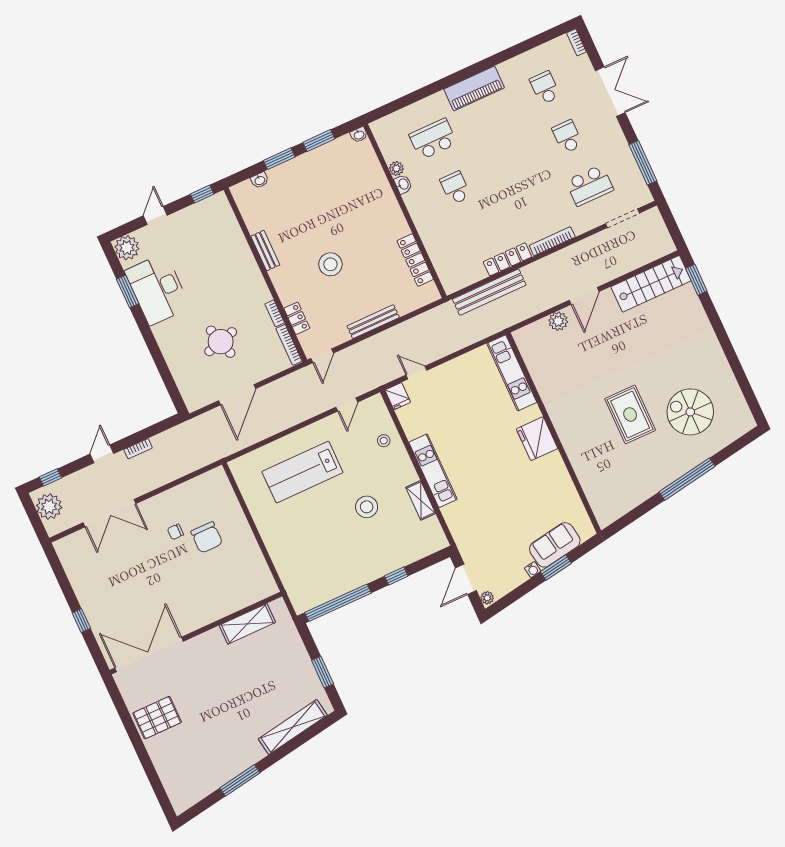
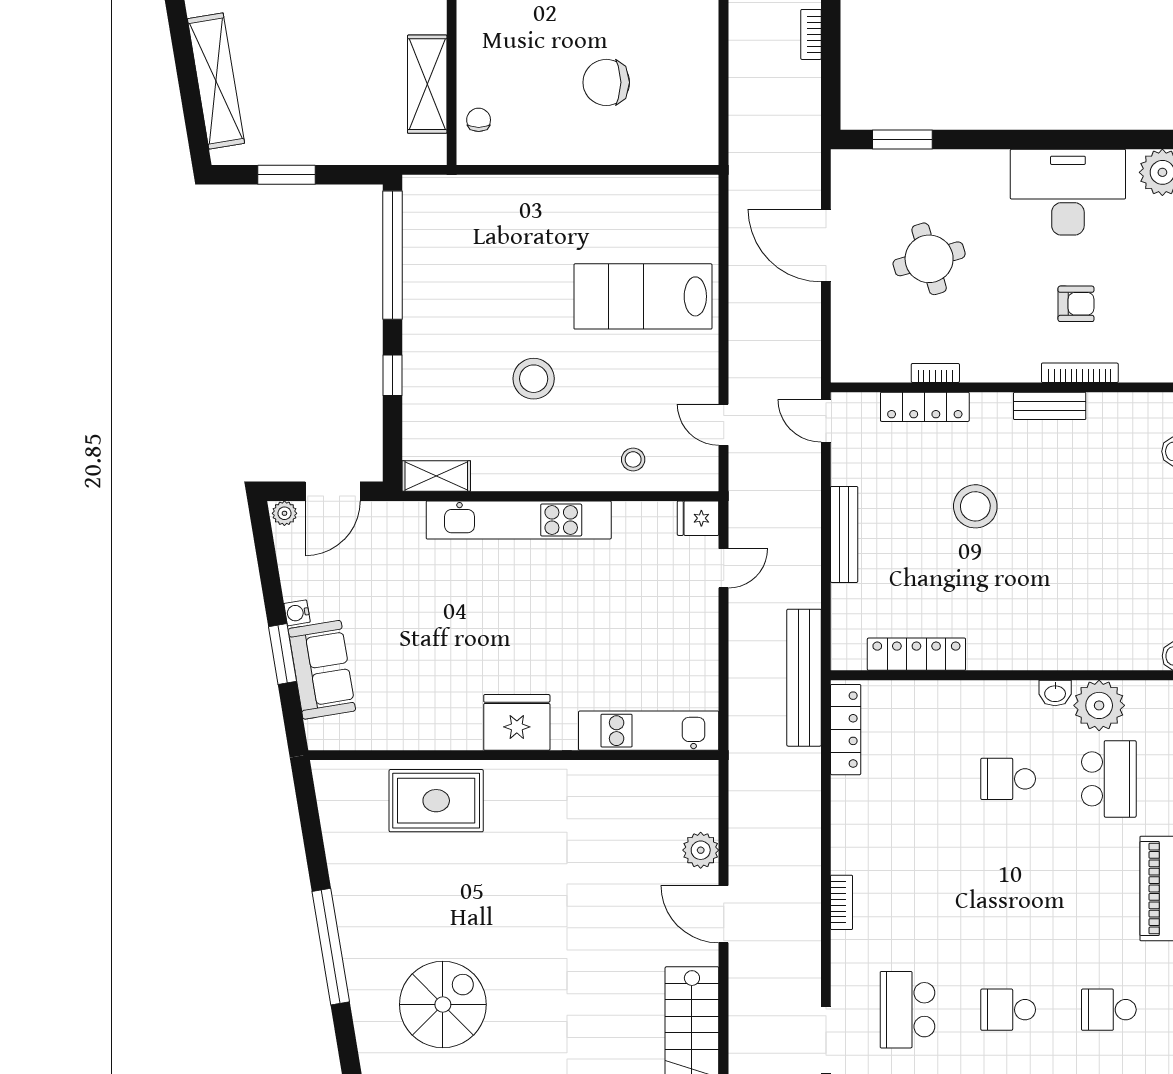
school desk: (545, 88) -> (1109, 1010), turned 180
school desk: (567, 137) -> (1008, 1010), turned 180
plant: (396, 168) -> (1099, 705), width x1.88, depth x1.88
school desk: (455, 188) -> (1008, 779), turned 180
bookcase: (552, 241) -> (842, 902), width x0.64
locker: (507, 259) -> (846, 730), moved
armchair: (210, 260) -> (1076, 304), added
window: (128, 291) -> (902, 140), moved
bench: (489, 292) -> (804, 678), moved
locker: (297, 318) -> (925, 407), width x1.53
bookcase: (289, 345) -> (1080, 373), moved
rug: (630, 414) -> (436, 801), moved
kitchen unit: (433, 471) -> (519, 520), width x1.36
lab bench: (302, 472) -> (643, 296), turned -90
shelving: (421, 500) -> (436, 476), moved
chair: (175, 532) -> (479, 120), moved
door: (466, 579) -> (333, 491), swing flipped

